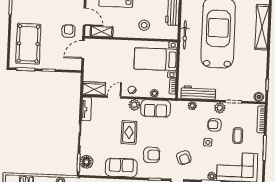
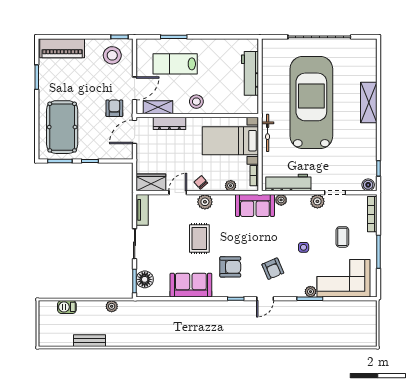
door: (84, 17) -> (135, 88), hinge flipped
stool: (144, 25) -> (196, 102), moved
shelving: (262, 27) -> (369, 103), width x0.68
bicycle: (185, 35) -> (268, 133), moved
dresser: (110, 44) -> (169, 123), added
sofa: (156, 108) -> (255, 205), moved
armchair: (215, 125) -> (311, 224), removed

